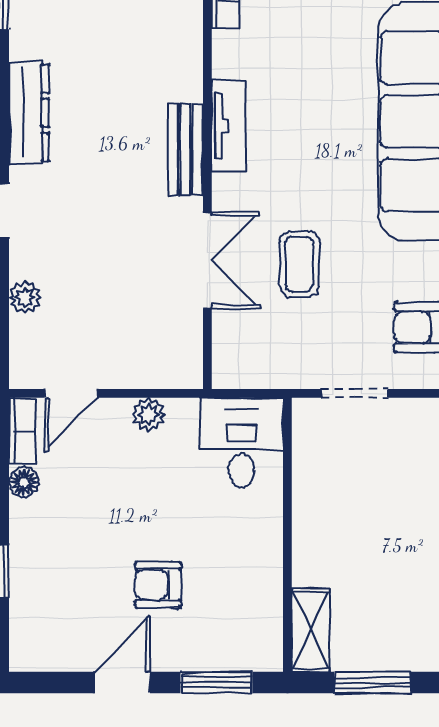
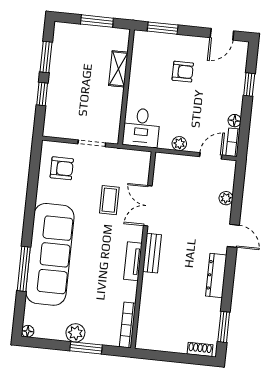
shelving: (310, 630) -> (118, 69), moved
door: (123, 683) -> (222, 34), moved

